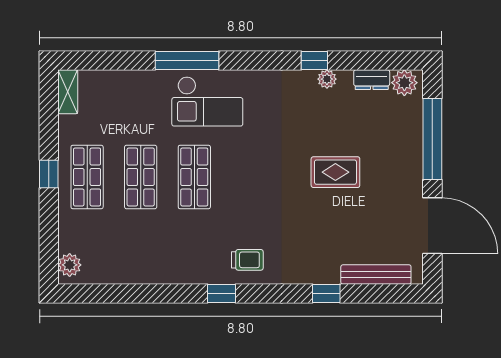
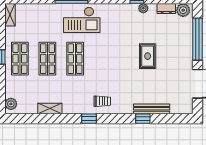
rug: (335, 172) -> (148, 56), turned 90
shelving: (145, 274) -> (50, 108), added
bench: (376, 275) -> (152, 109), moved

